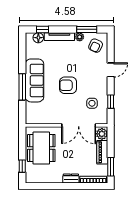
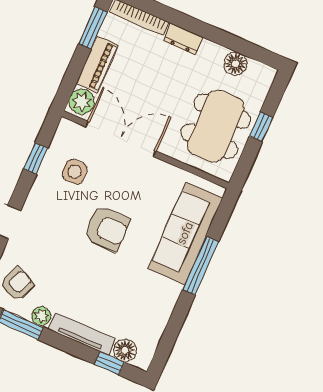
sofa: (34, 80) -> (185, 233), moved
window: (22, 166) -> (261, 127), moved
floor lamp: (44, 178) -> (235, 64), added

